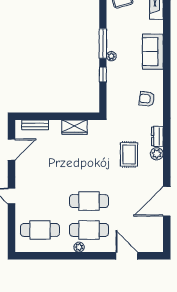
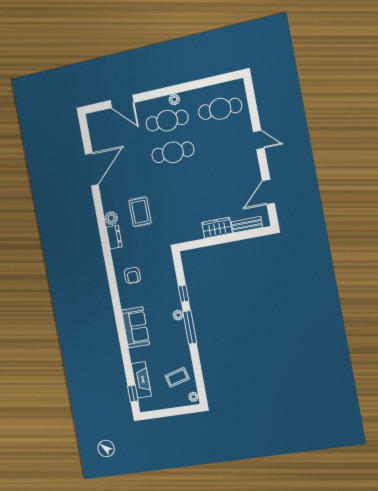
armchair: (147, 99) -> (132, 275), turned 83
wardrobe: (75, 127) -> (217, 228), moved

